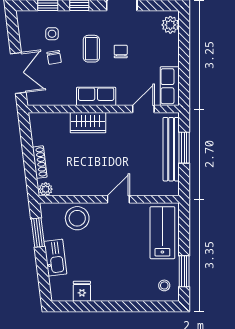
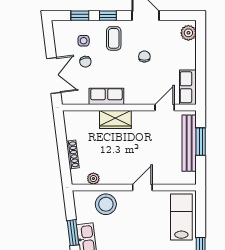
coffee table: (91, 49) -> (114, 38), moved
row of seats: (96, 96) -> (106, 96), moved
plant: (46, 189) -> (93, 179), moved
window: (38, 233) -> (73, 233), moved

